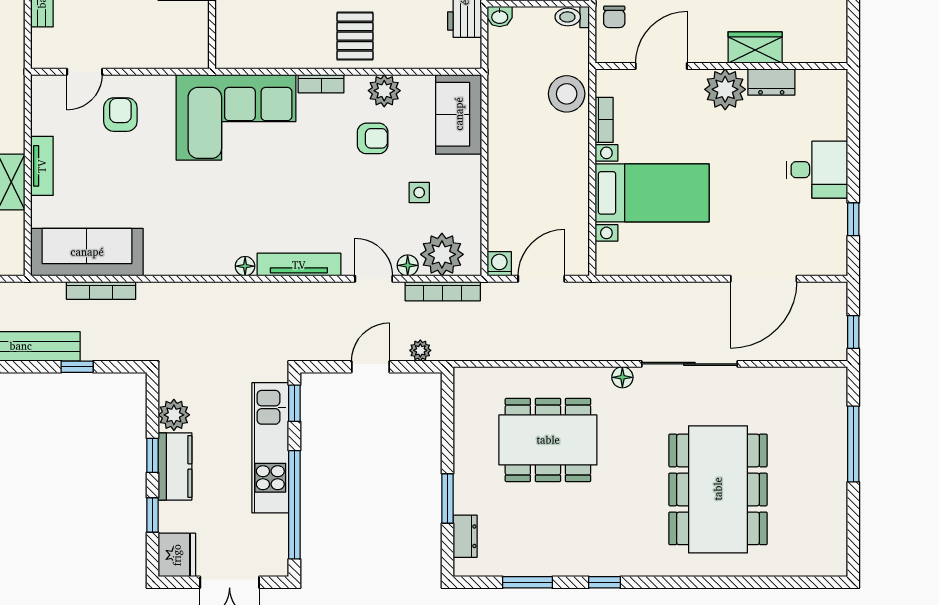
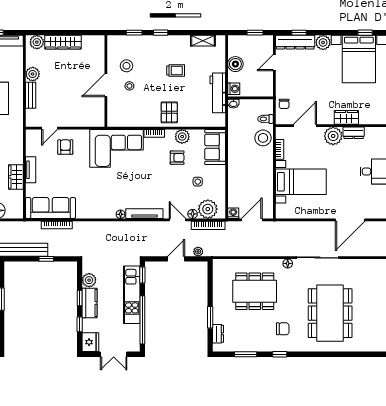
toilet: (572, 17) -> (265, 119), moved
chair: (611, 525) -> (283, 329), added

